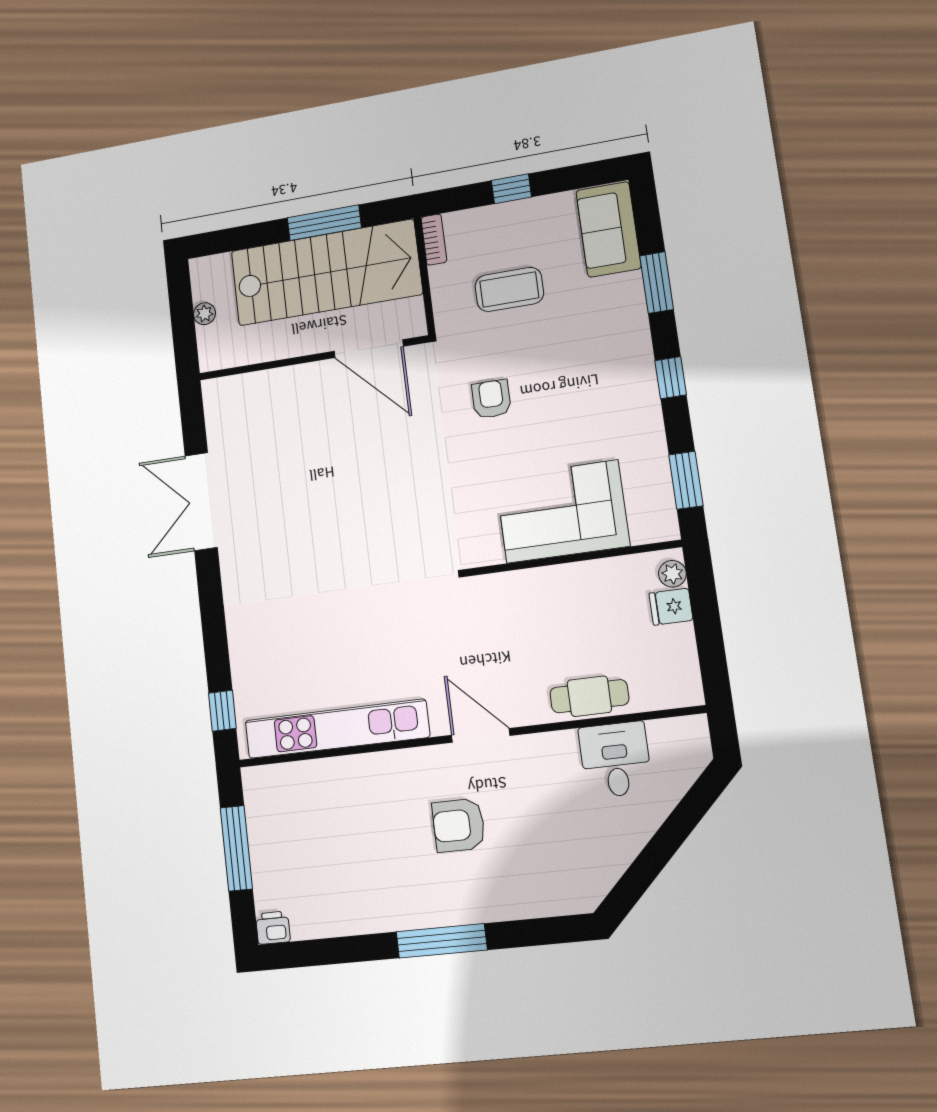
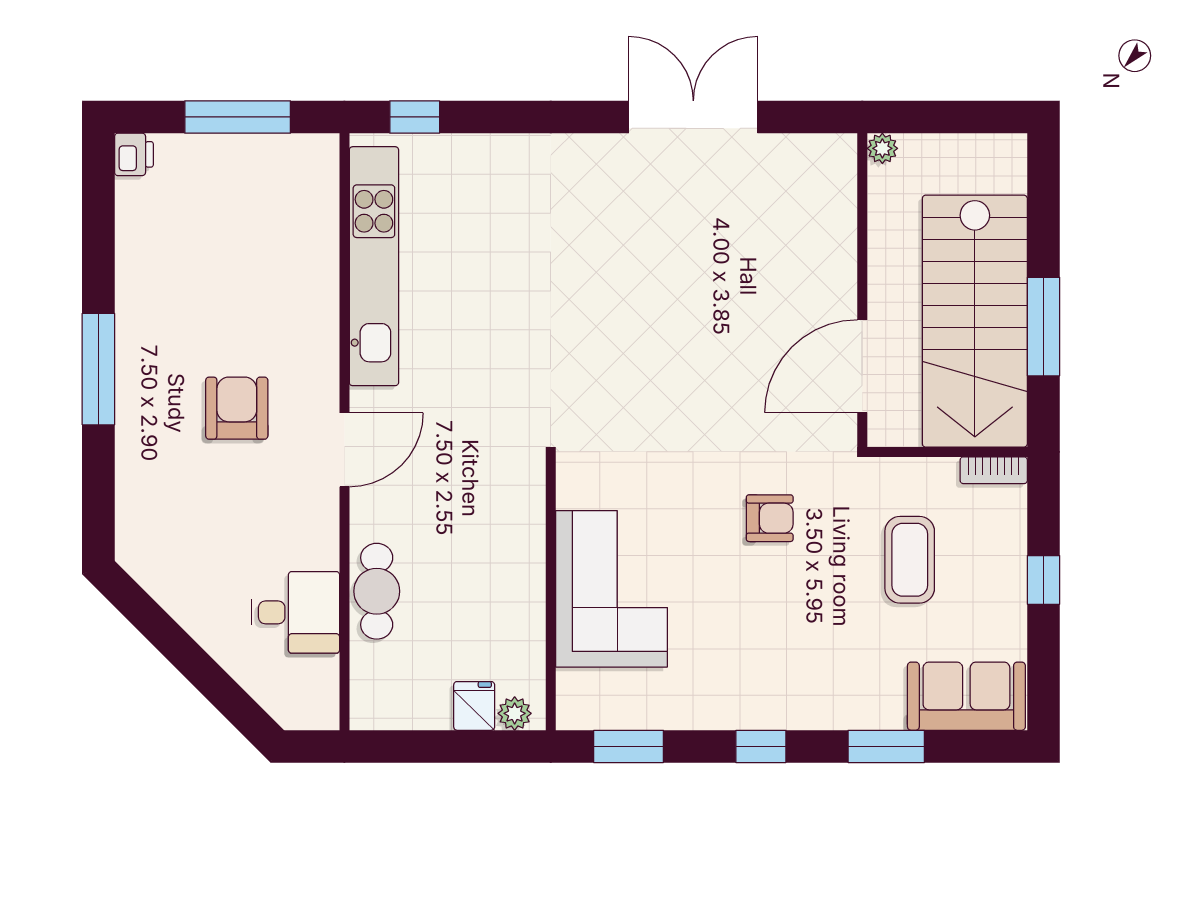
plant: (205, 314) -> (882, 148), moved

